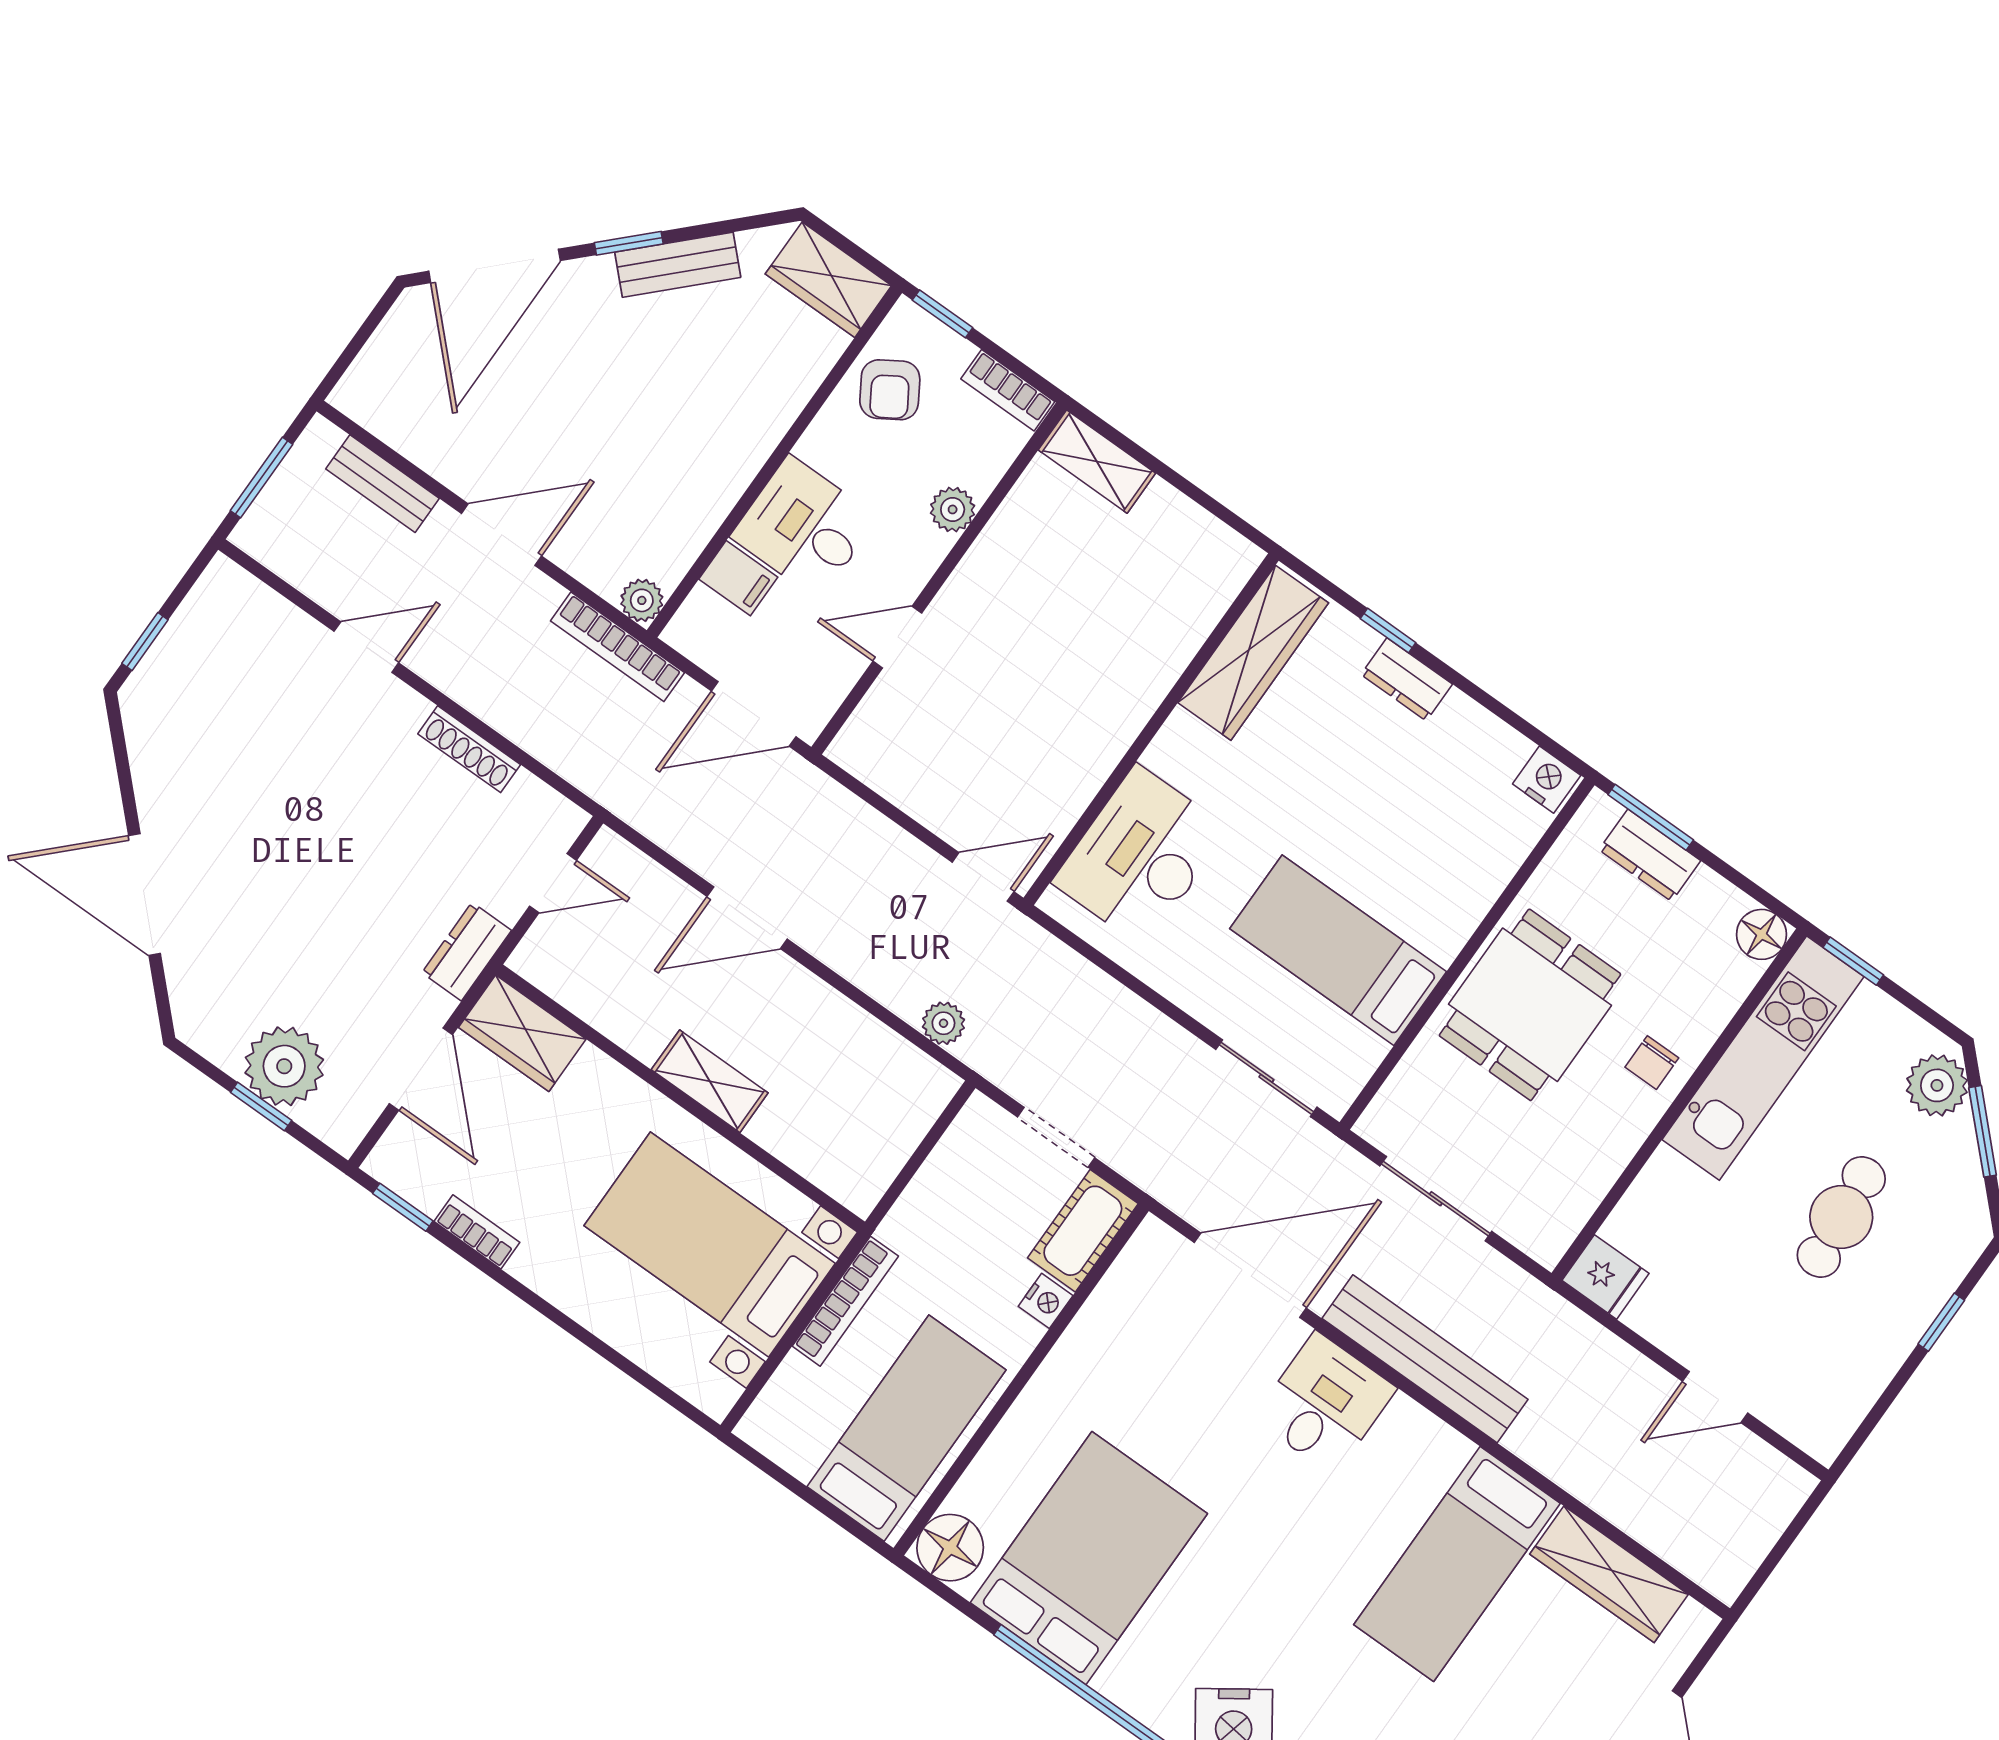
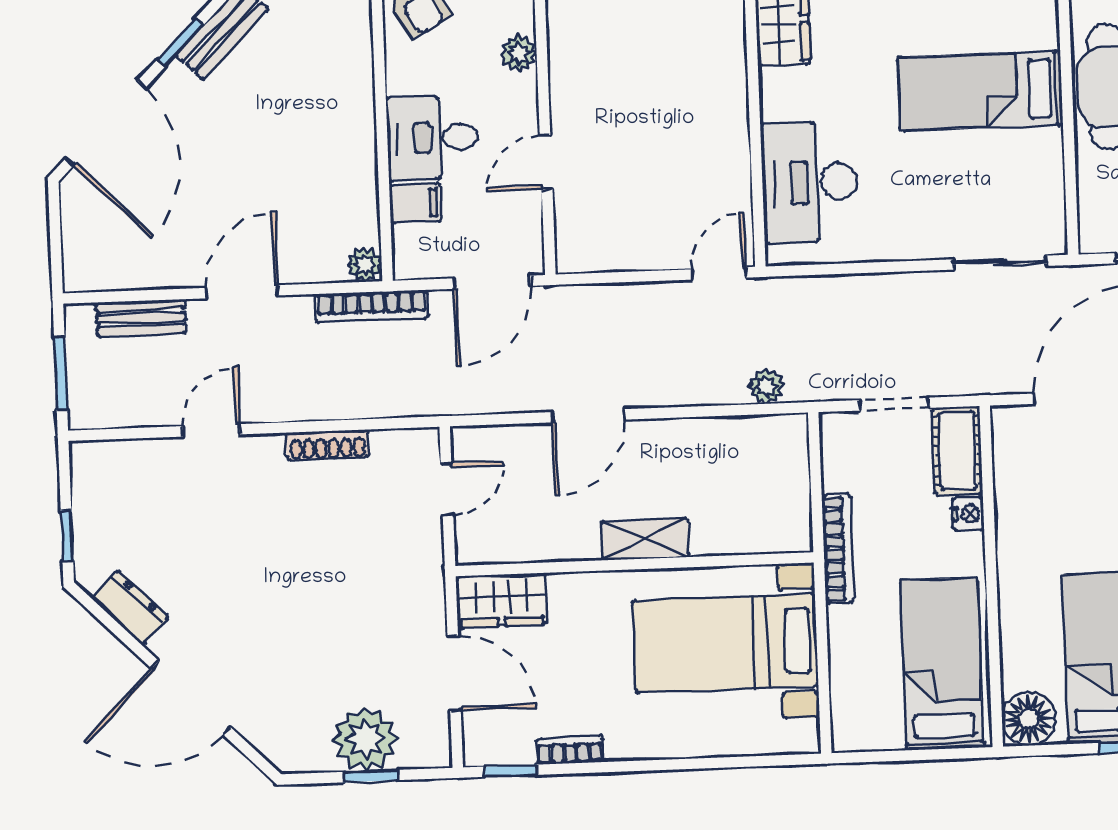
bed: (1338, 950) -> (980, 91), moved
dresser: (467, 952) -> (130, 607), moved, turned 135
bookcase: (845, 1301) -> (838, 549), moved

